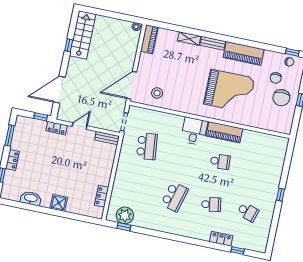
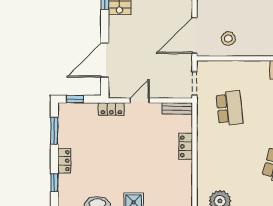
window: (41, 117) -> (75, 99), moved
locker: (102, 196) -> (186, 146), moved

